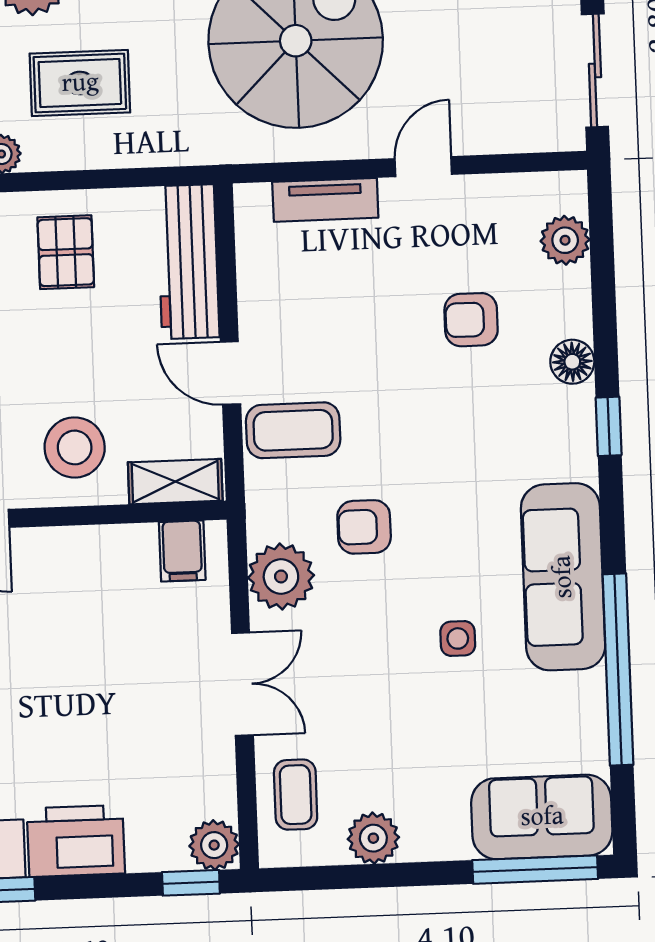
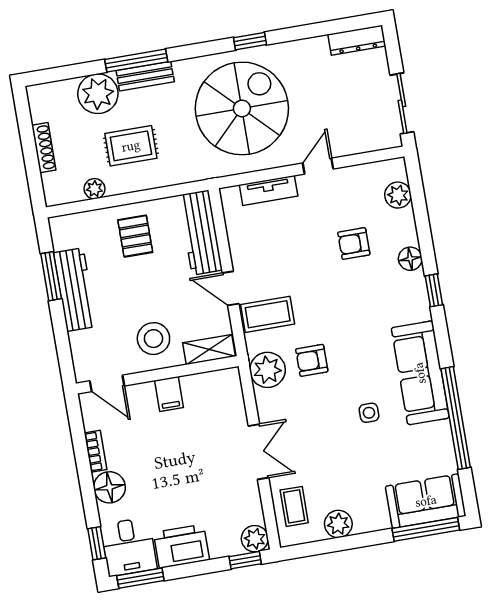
filing cabinet: (182, 551) -> (169, 394), moved
plant: (281, 576) -> (268, 370), moved

